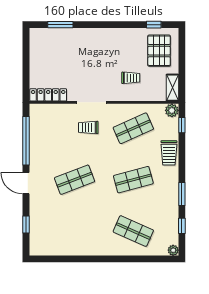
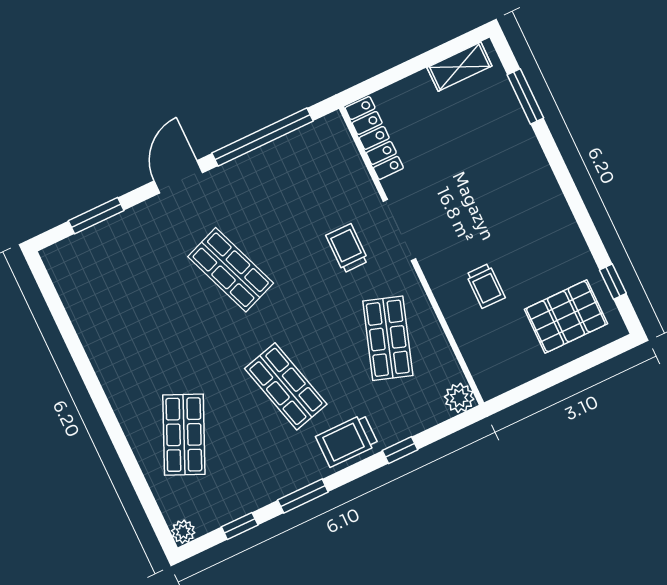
shelving: (172, 88) -> (459, 67), moved
window: (182, 125) -> (400, 450), moved
shop shelf: (133, 128) -> (388, 338), turned 42
trolley: (169, 153) -> (347, 441), moved
window: (26, 225) -> (96, 216), width x1.50

